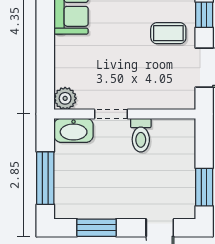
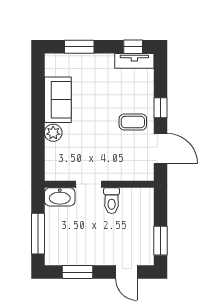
plant: (65, 98) -> (53, 133), moved

